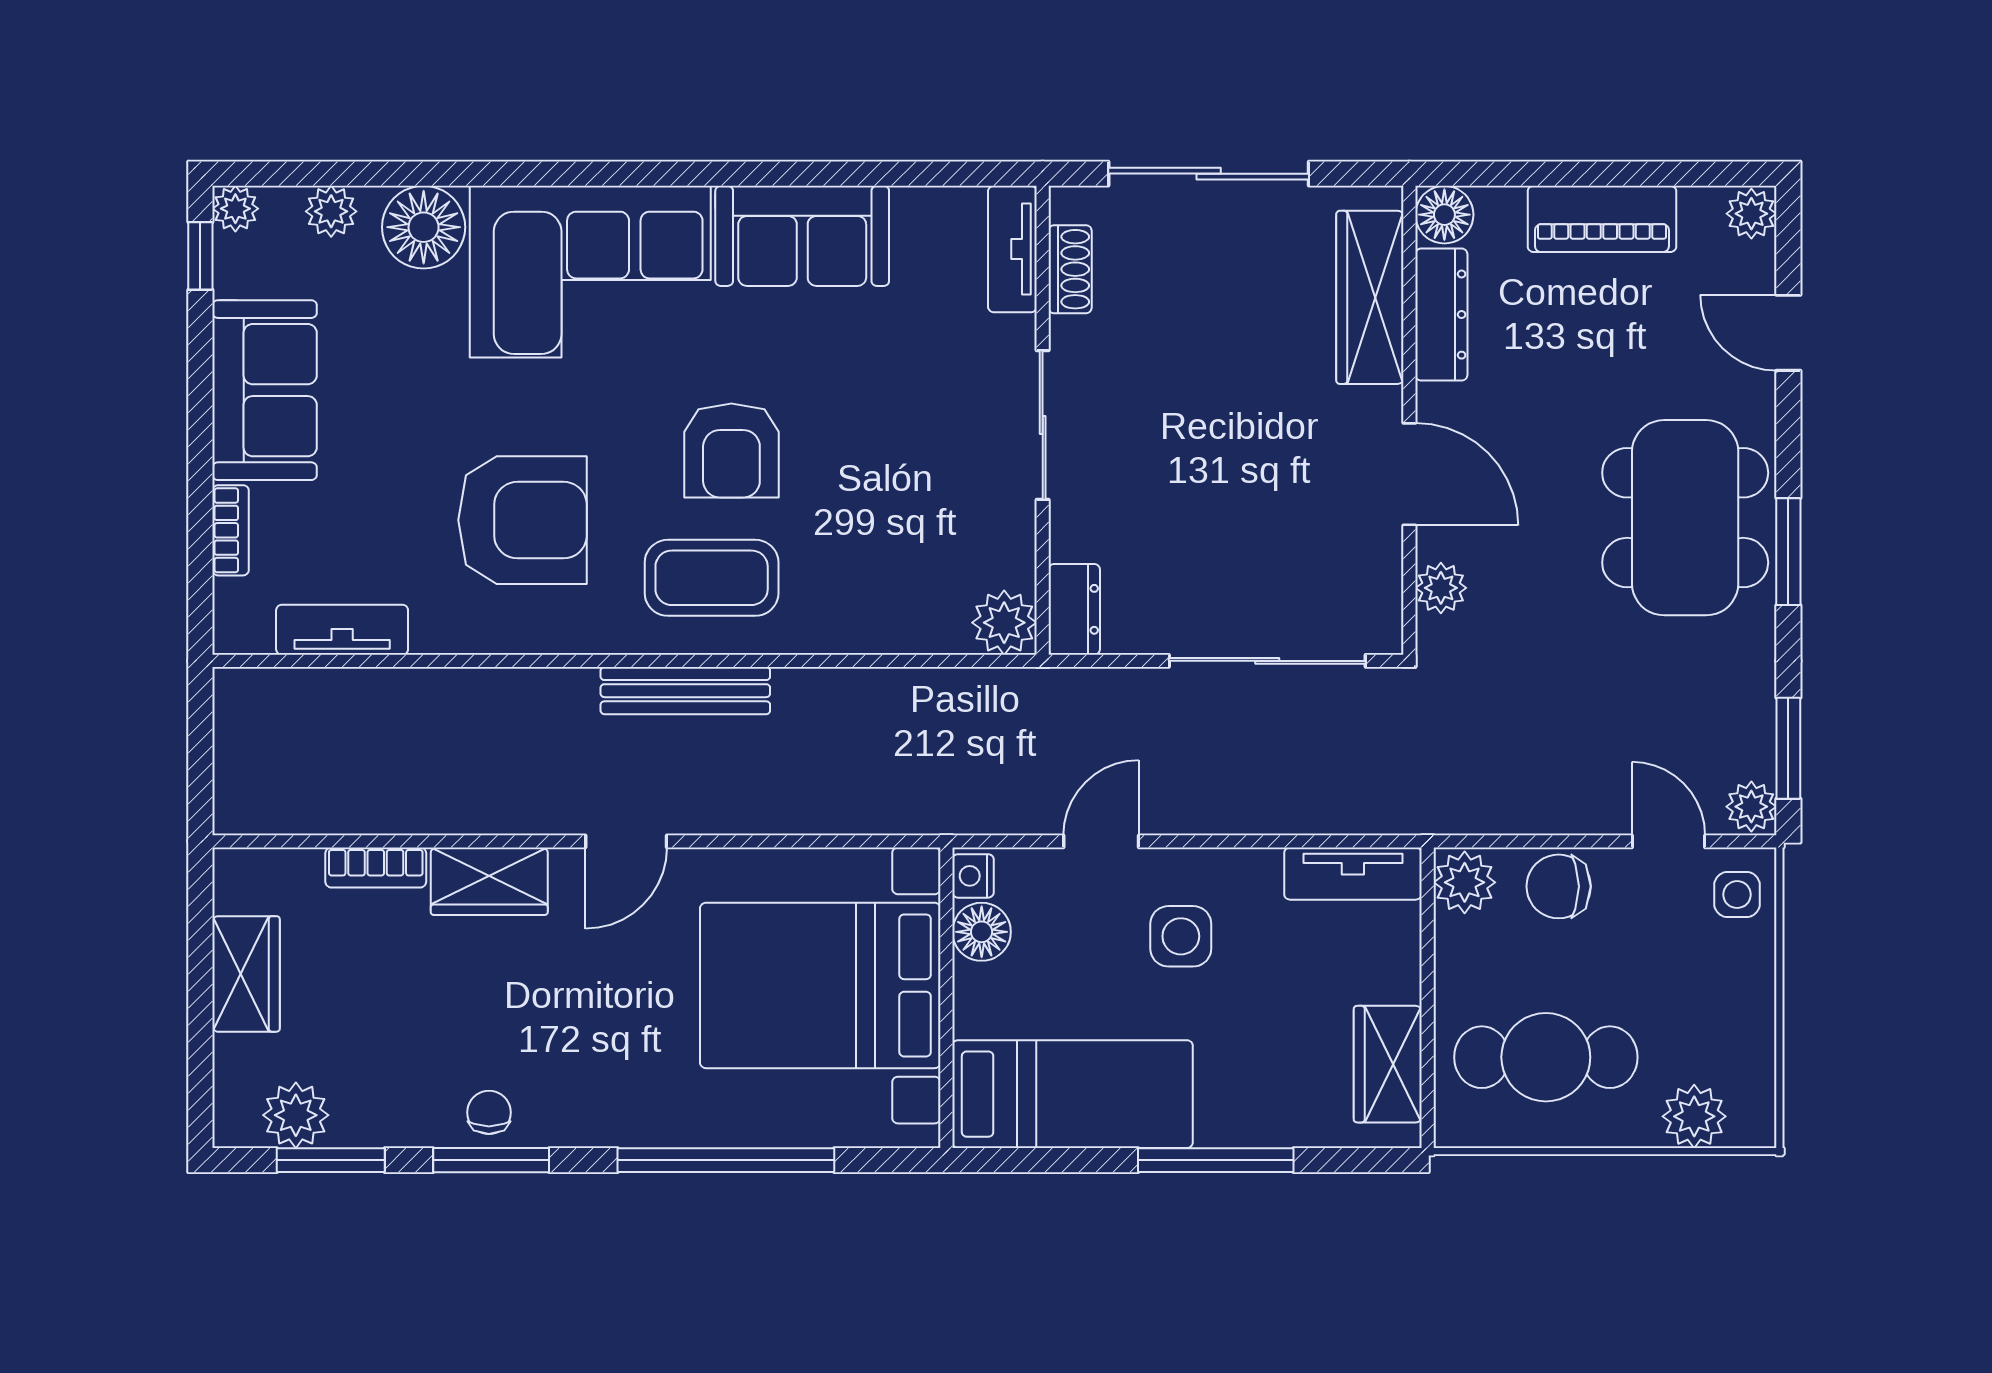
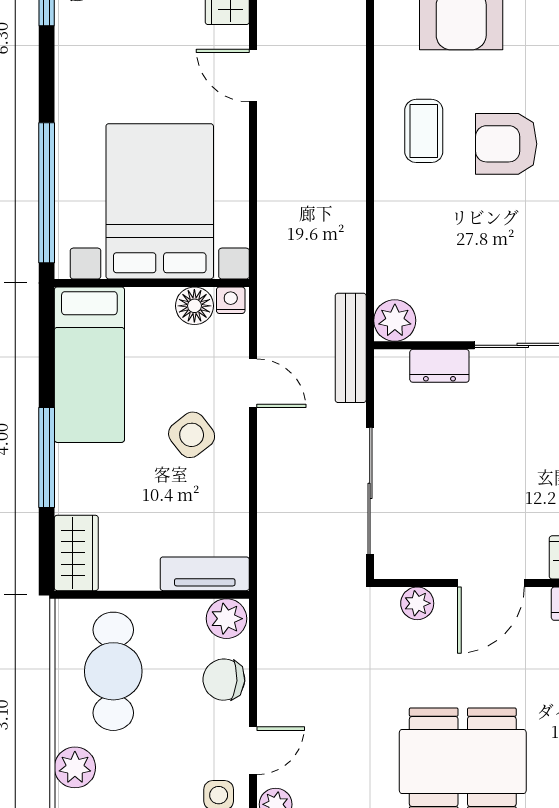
coffee table: (712, 578) -> (424, 131), width x0.73, depth x0.77
dresser: (1074, 609) -> (439, 366), moved
bench: (685, 691) -> (351, 348), moved
tv unit: (1353, 874) -> (205, 574), moved, turned 90
chair: (1559, 886) -> (224, 680), turned -86
side table: (1181, 936) -> (192, 435), turned -38
wardrobe: (1388, 1064) -> (76, 553), moved, turned 90
window: (726, 1160) -> (47, 193), moved

